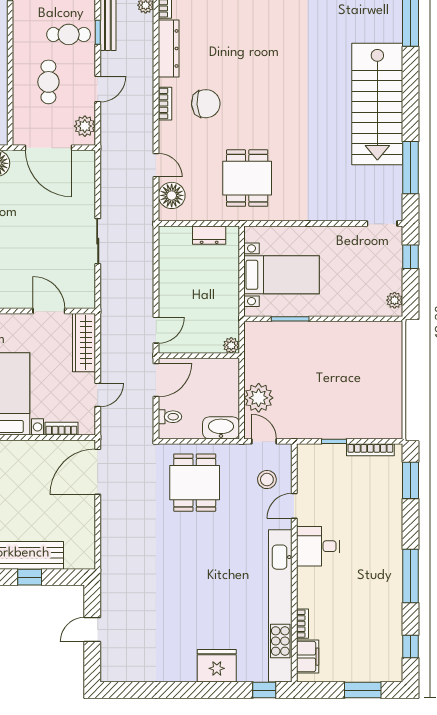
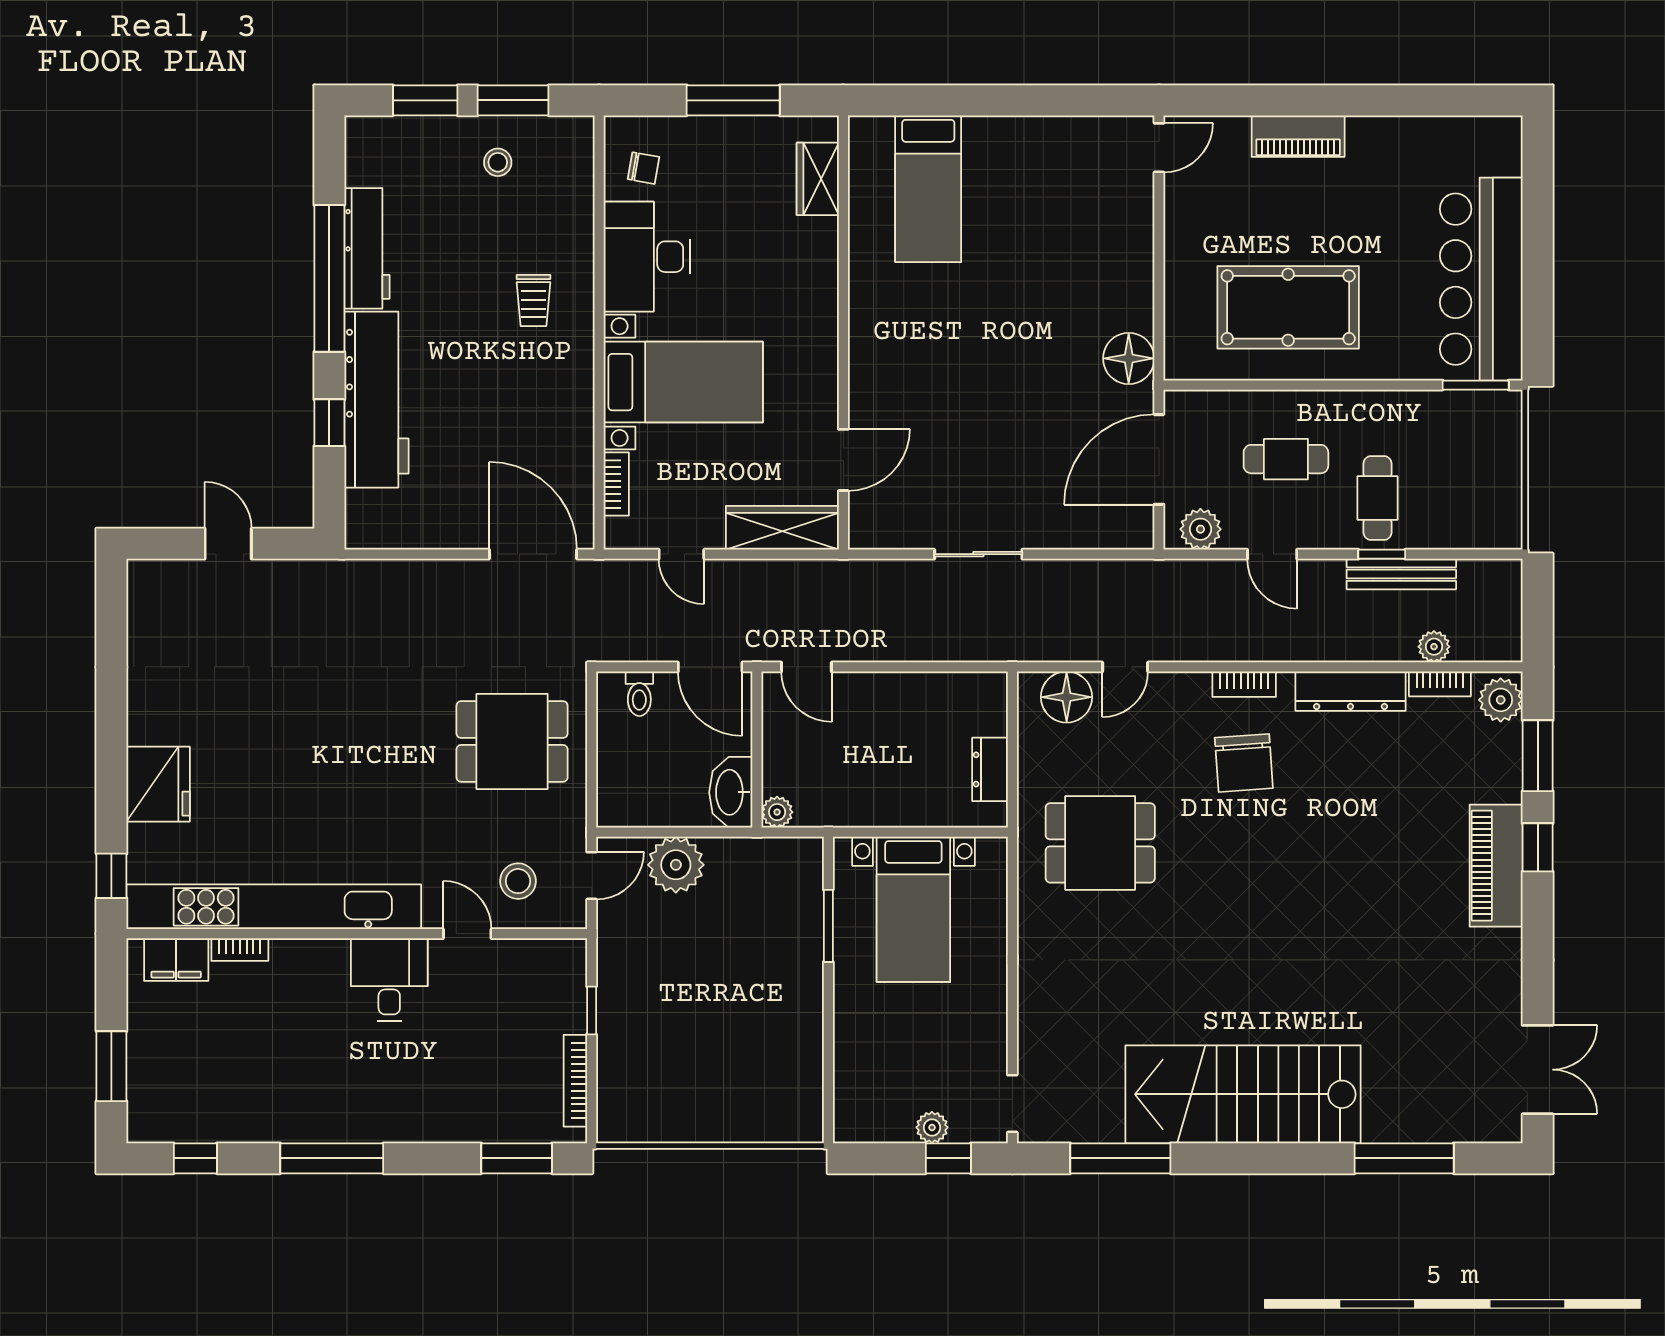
plant: (395, 300) -> (932, 1127), moved
washbasin: (221, 428) -> (731, 792), moved, turned 180

